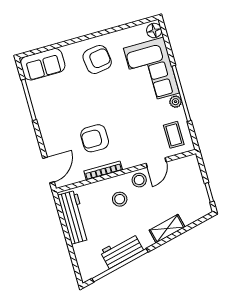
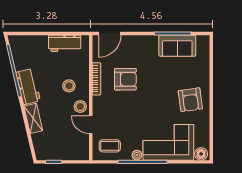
sofa: (43, 64) -> (177, 46), moved, turned -90
armchair: (95, 138) -> (125, 79), turned 90
door: (48, 170) -> (110, 33), hinge flipped
workbench: (74, 217) -> (65, 43), width x0.73
workbench: (122, 251) -> (28, 87), moved

